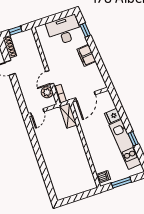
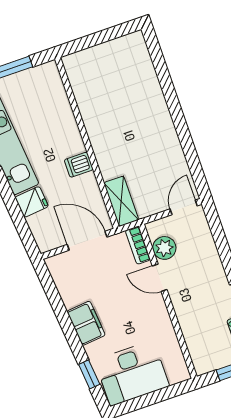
door: (50, 77) -> (160, 278), swing flipped
door: (85, 96) -> (87, 241), hinge flipped
dishwasher: (103, 177) -> (79, 165), moved

